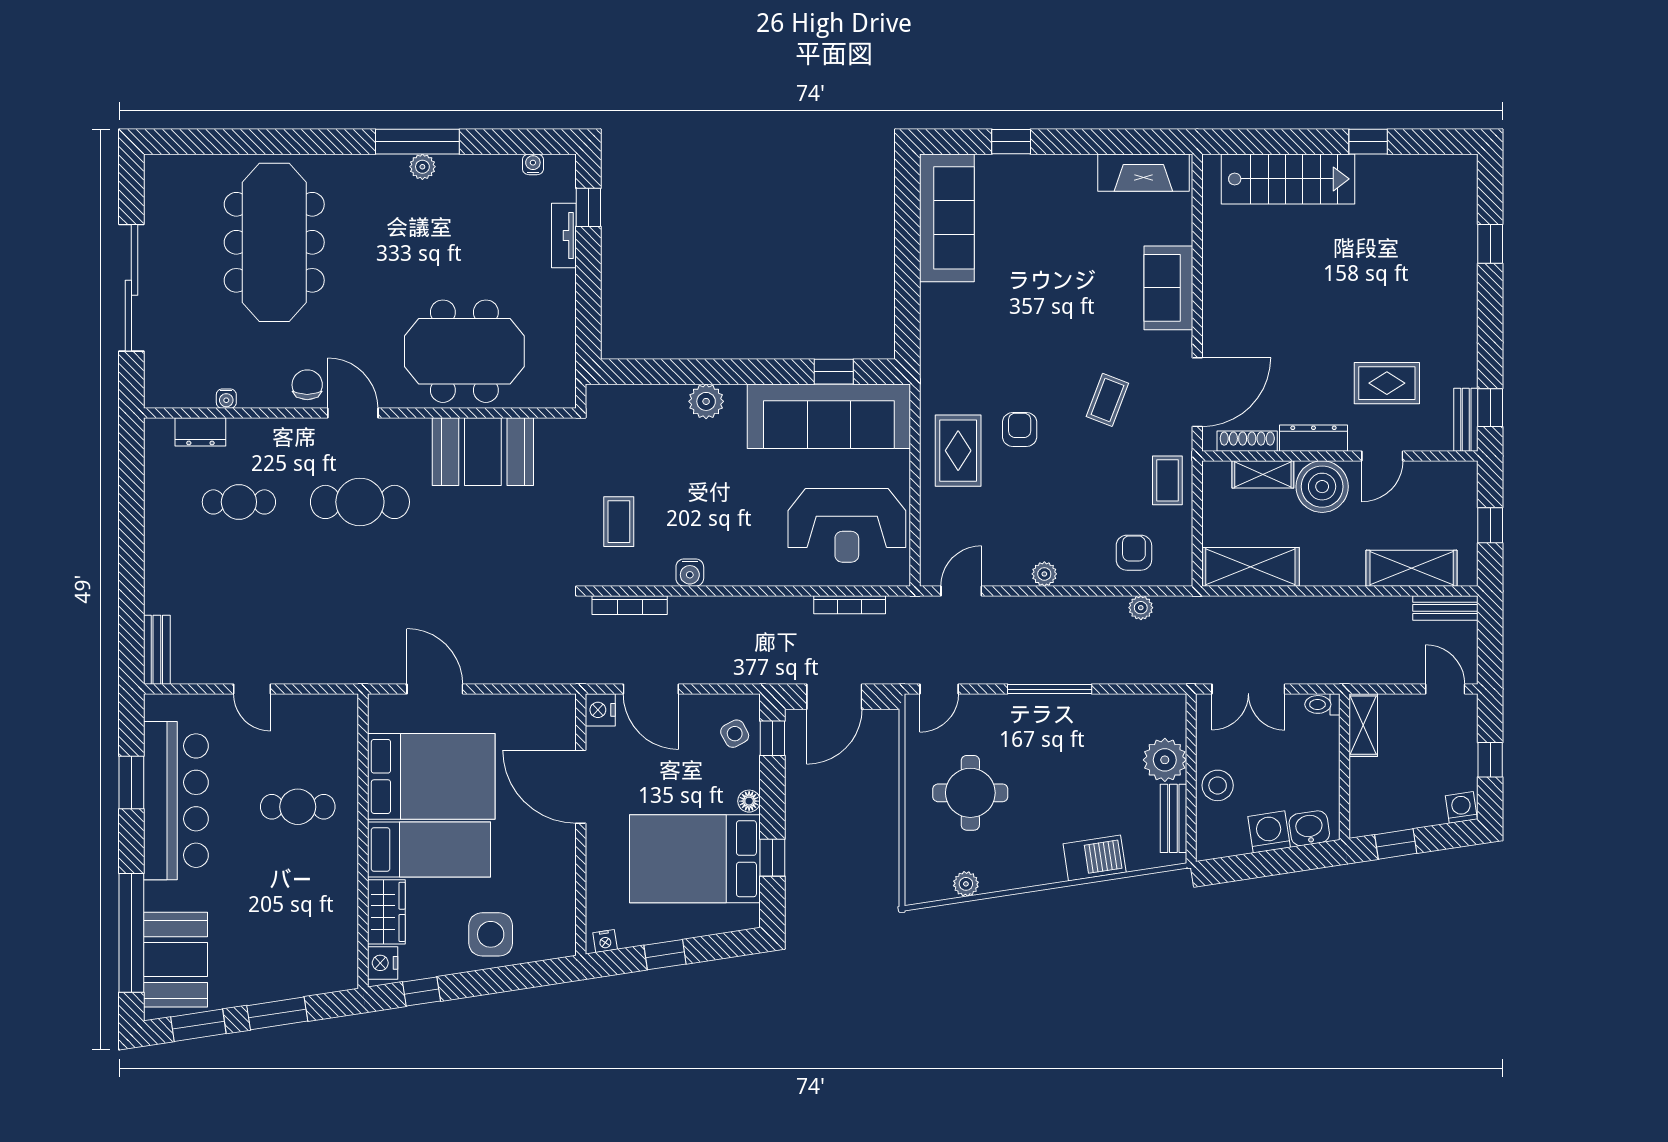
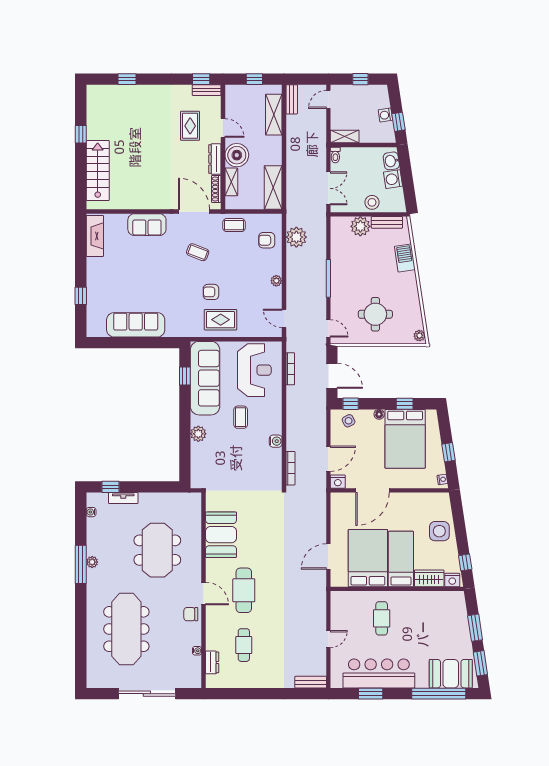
sofa: (947, 218) -> (136, 325), moved
meeting table: (274, 242) -> (126, 629), turned 90
meeting table: (464, 351) -> (157, 550), moved
door: (353, 413) -> (204, 593), swing flipped
coffee table: (619, 522) -> (241, 417), moved, turned 90
plant: (1141, 608) -> (296, 237), width x1.88, depth x1.88
washing machine: (1461, 807) -> (385, 115), moved
plant: (966, 884) -> (419, 336), moved

